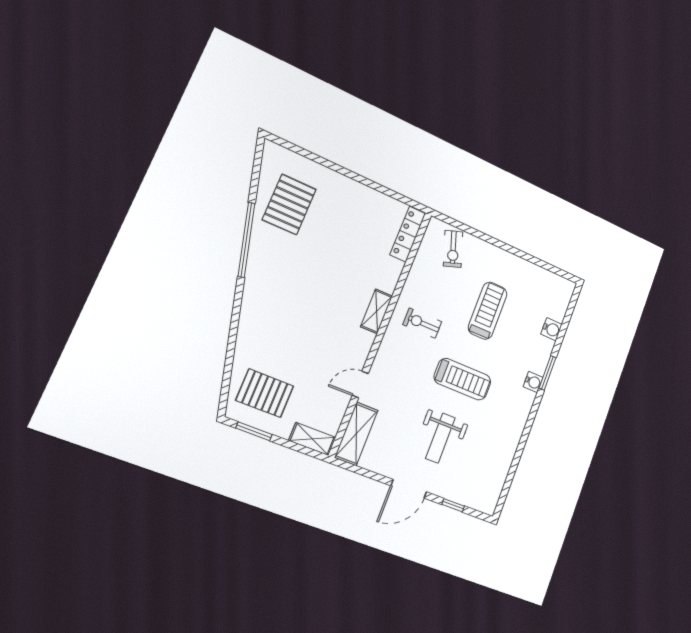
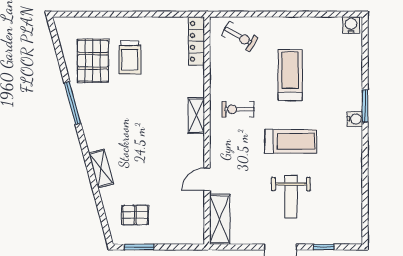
trolley: (331, 219) -> (130, 57), added
window: (246, 240) -> (72, 103), width x0.68
exercise bike: (453, 249) -> (239, 37), turned -41
water cooler: (551, 329) -> (351, 25), moved, turned -90
pallet: (265, 393) -> (135, 215), width x0.67, depth x0.71
shelving: (312, 439) -> (101, 169), moved, turned 75

